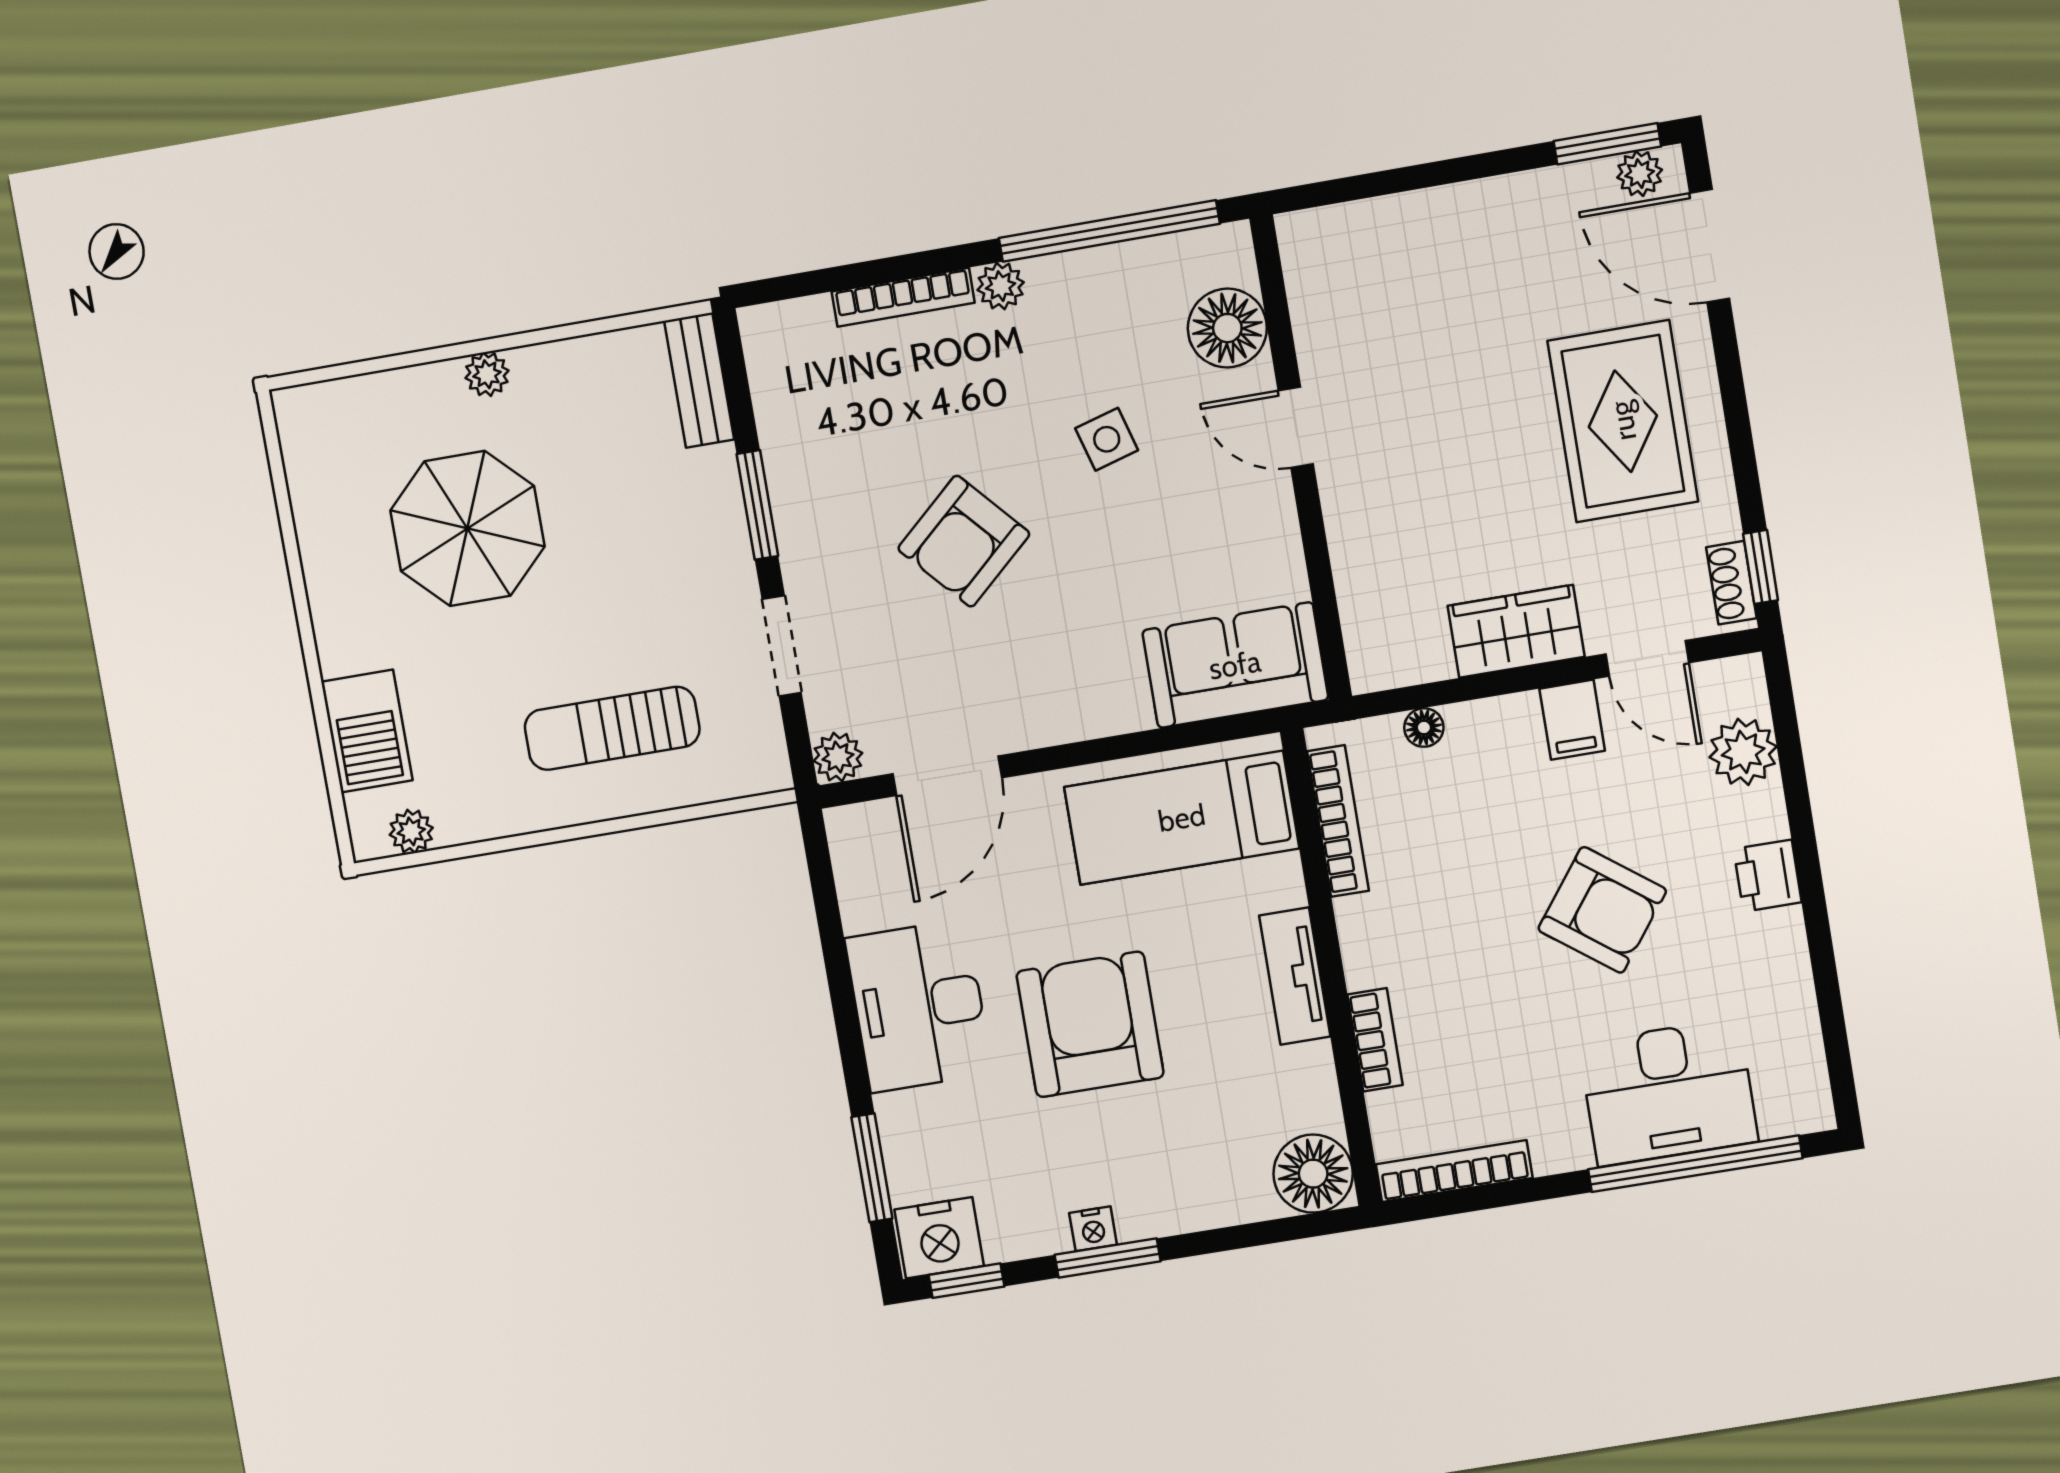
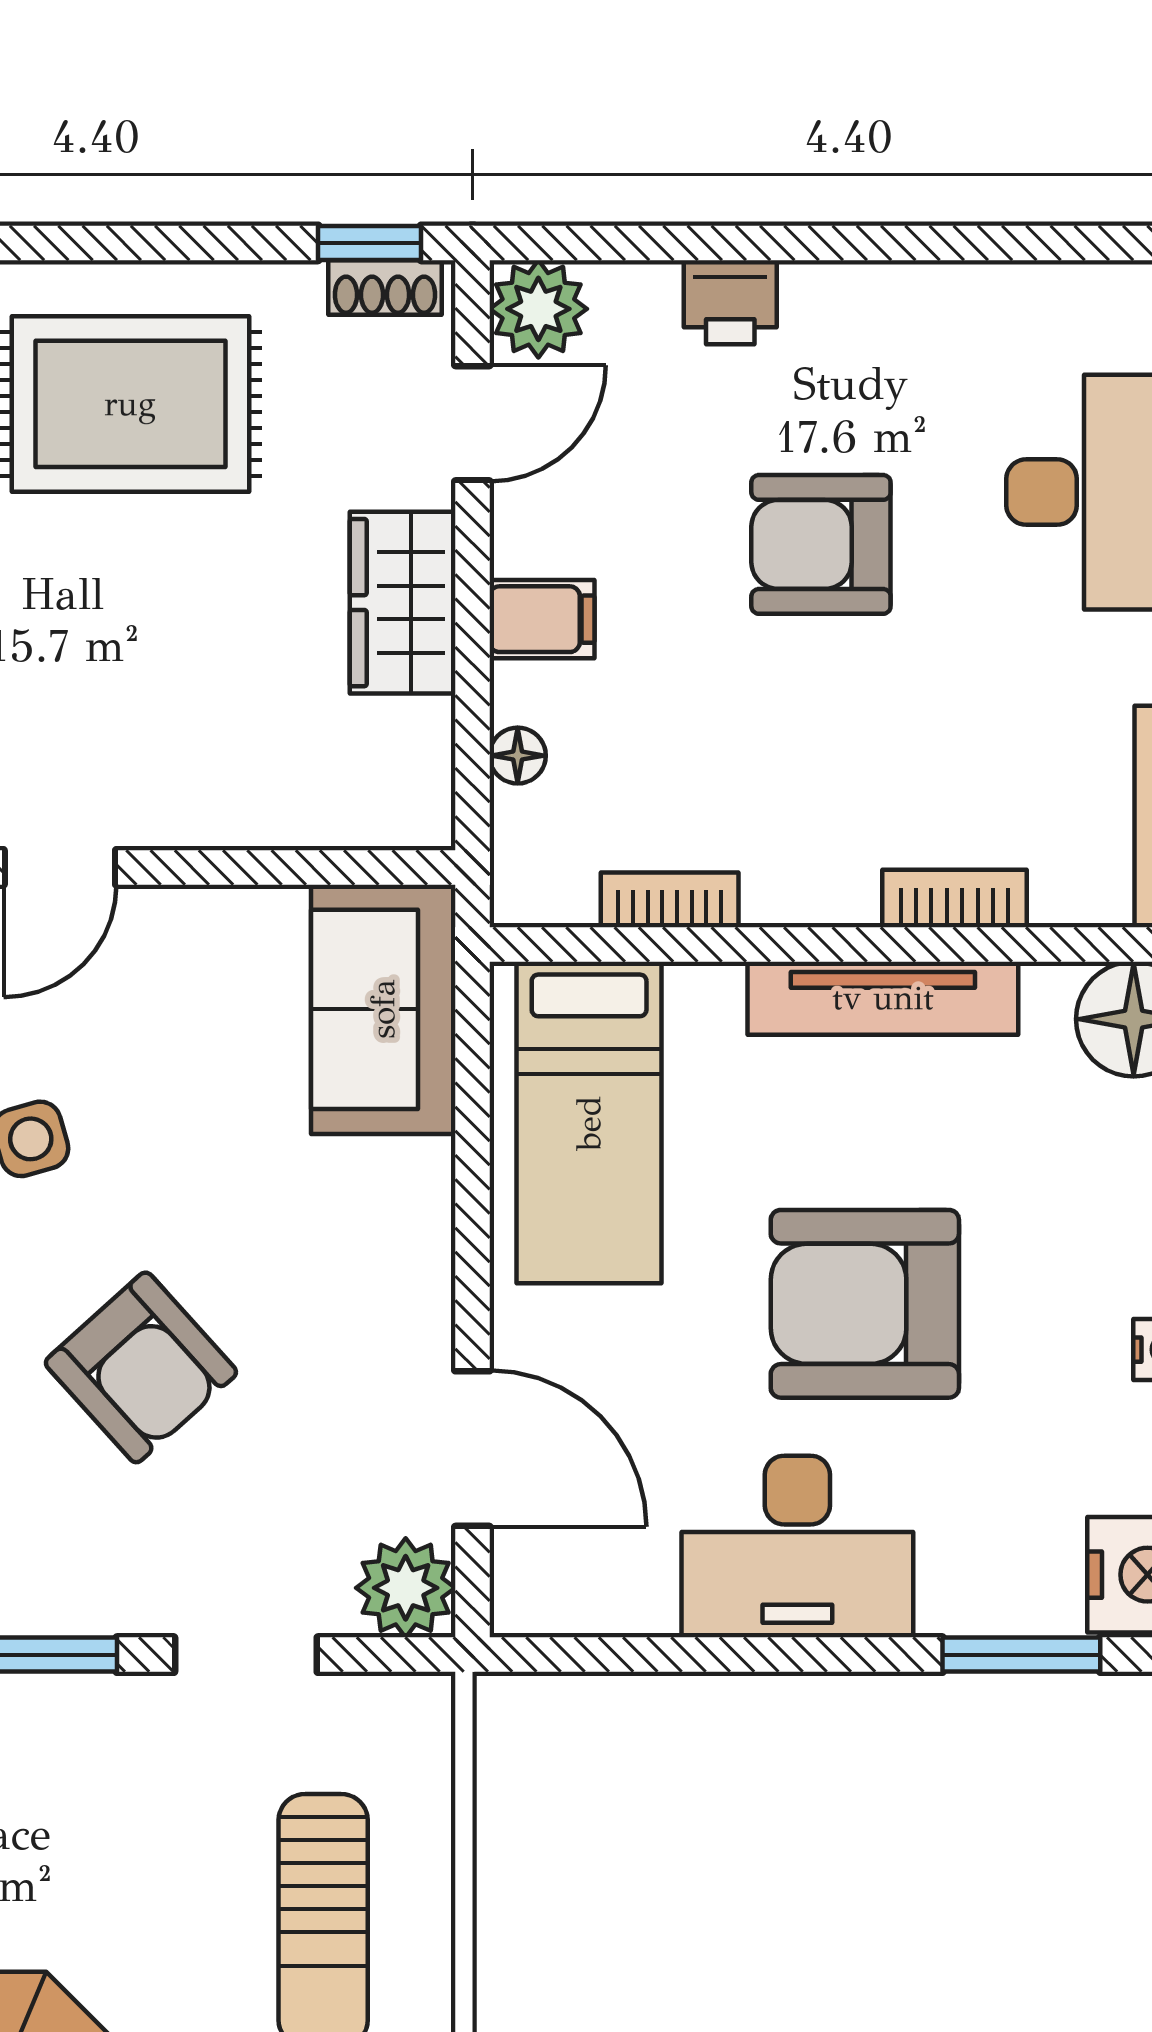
filing cabinet: (1572, 720) -> (542, 619), moved
plant: (1743, 752) -> (538, 309), moved
plant: (838, 757) -> (406, 1588), width x1.38, depth x1.38
bookcase: (1338, 821) -> (670, 900), width x0.64
printer: (1768, 876) -> (730, 302), moved
armchair: (1602, 910) -> (821, 544), turned -127
tv unit: (1295, 976) -> (883, 998), width x1.41

